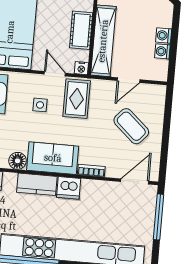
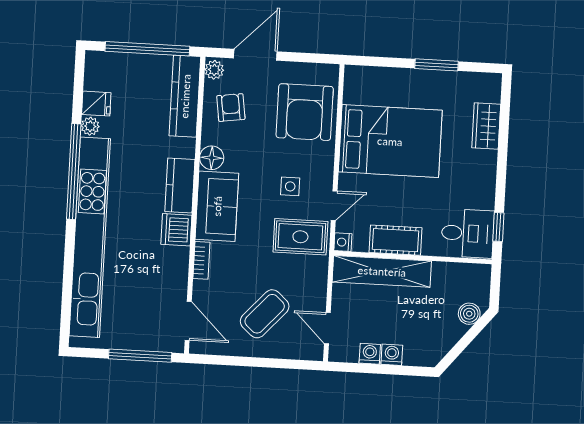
door: (129, 80) -> (327, 328), moved

